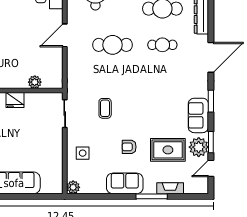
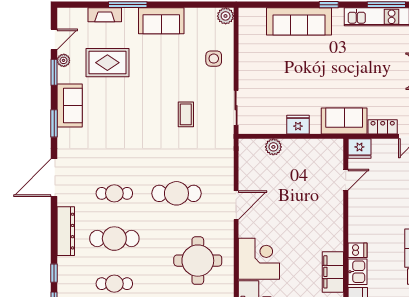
armchair: (129, 147) -> (156, 66), removed
plant: (199, 147) -> (64, 60), width x0.53, depth x0.53

